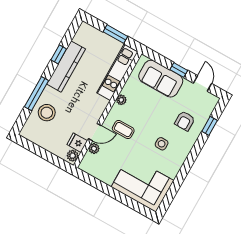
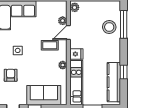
kitchen counter: (66, 67) -> (114, 82), moved
window: (37, 94) -> (124, 24), moved
fridge: (77, 143) -> (76, 54), moved

